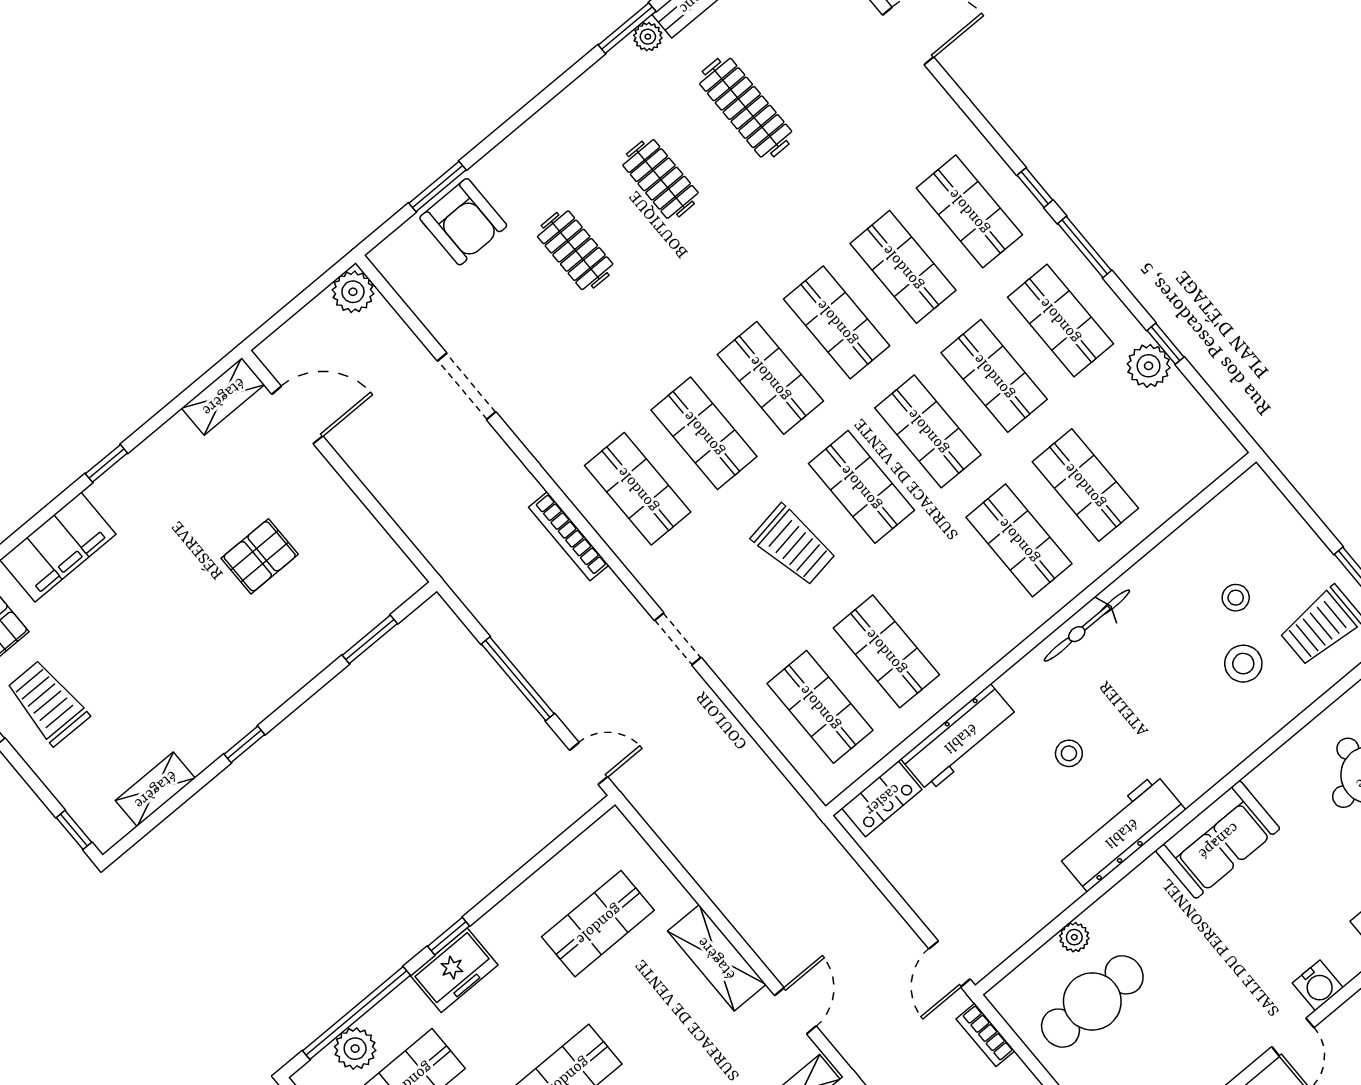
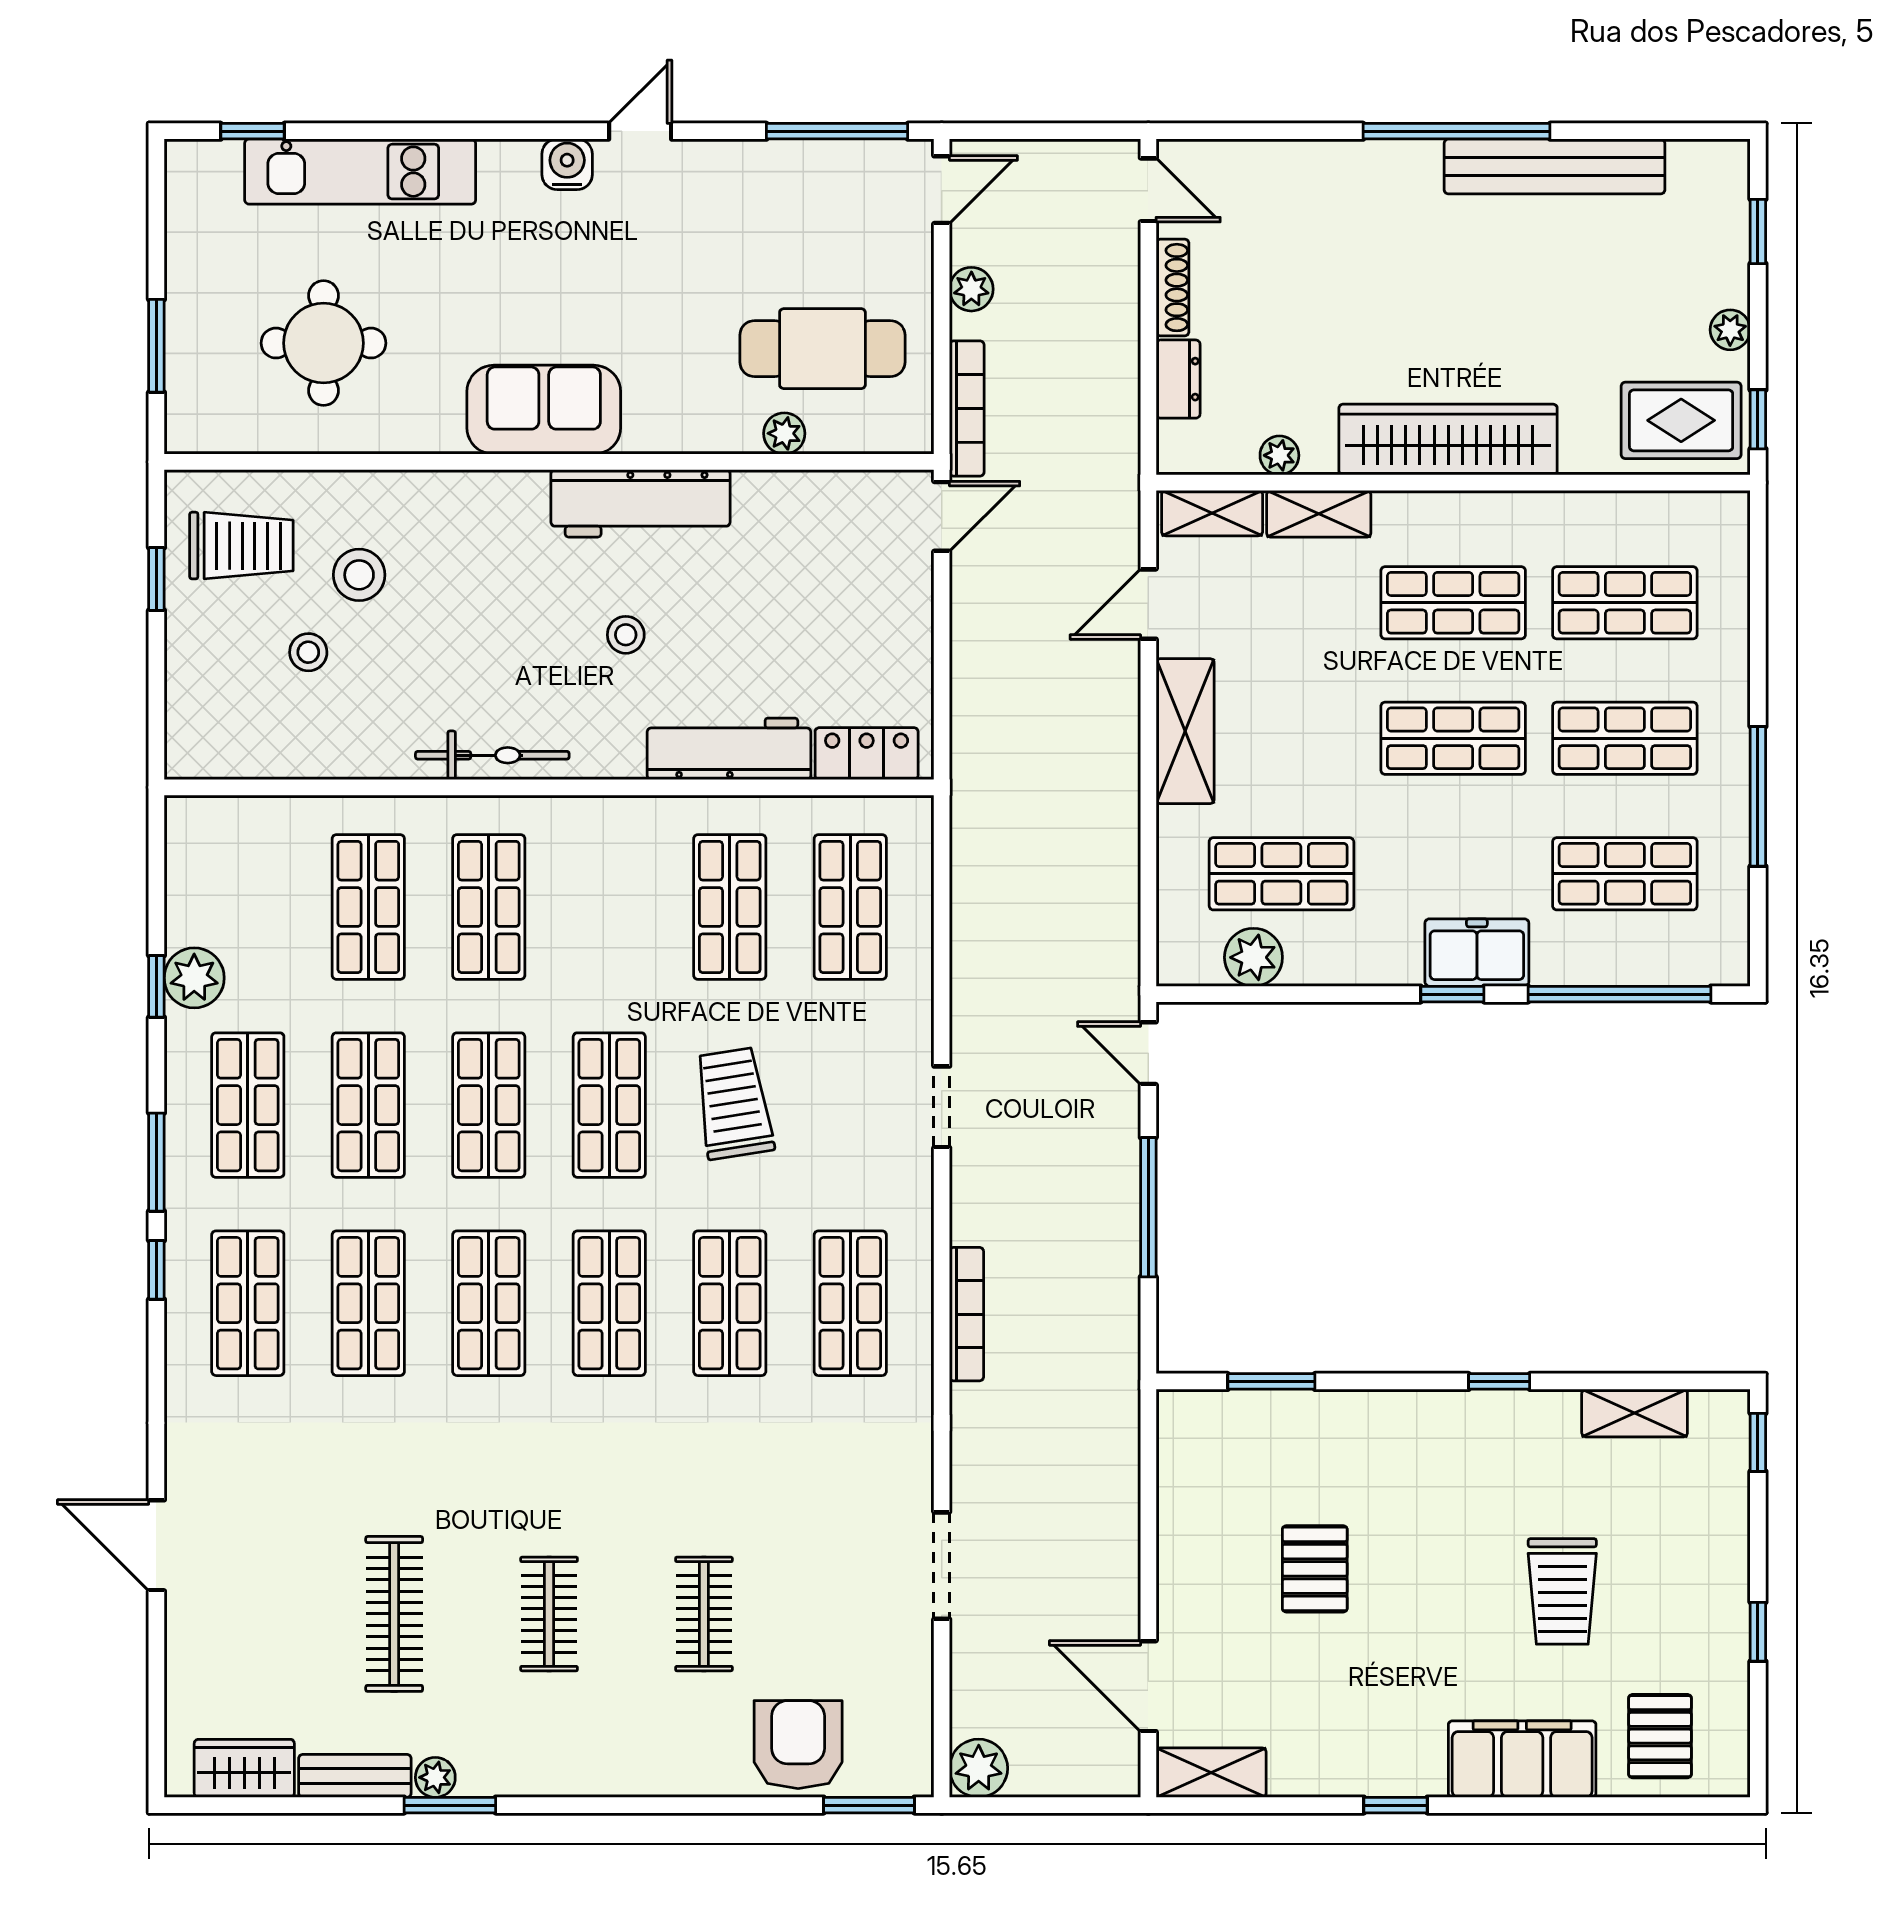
window: (437, 187) -> (869, 1805), moved
pallet: (260, 556) -> (1315, 1569), turned 90
trolley: (48, 703) -> (1562, 1591), moved
bookcase: (985, 1035) -> (967, 408), width x1.56
plant: (355, 1049) -> (1253, 957), moved

